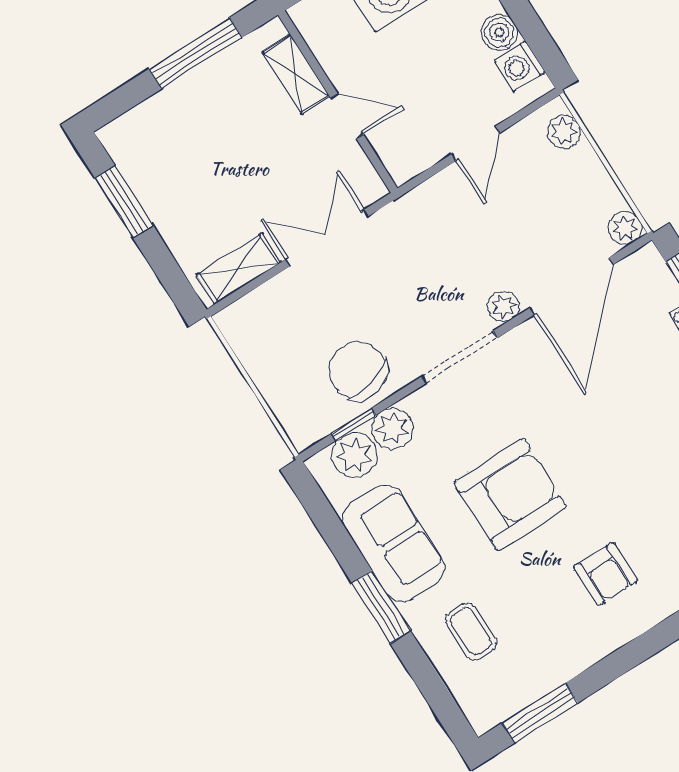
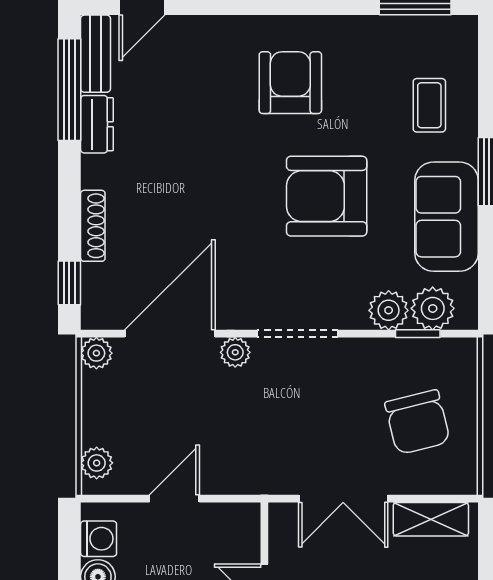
chair: (358, 371) -> (417, 422), moved
armchair: (606, 574) -> (290, 83), width x1.38, depth x1.38

